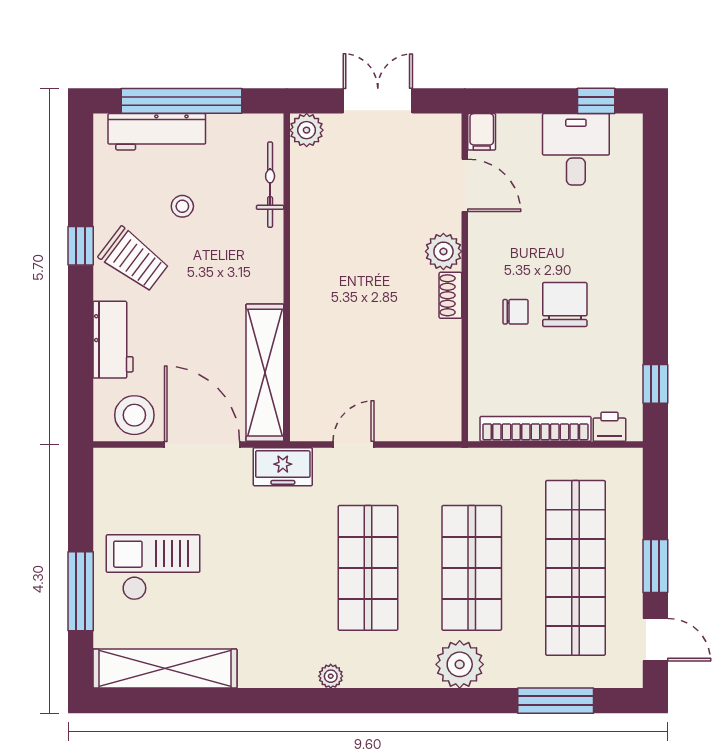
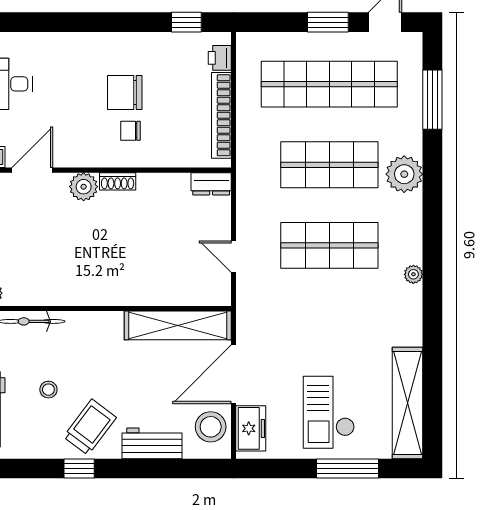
chair: (516, 312) -> (130, 131), turned -90
dresser: (447, 416) -> (211, 184), added
freezer: (283, 467) -> (251, 428), moved

